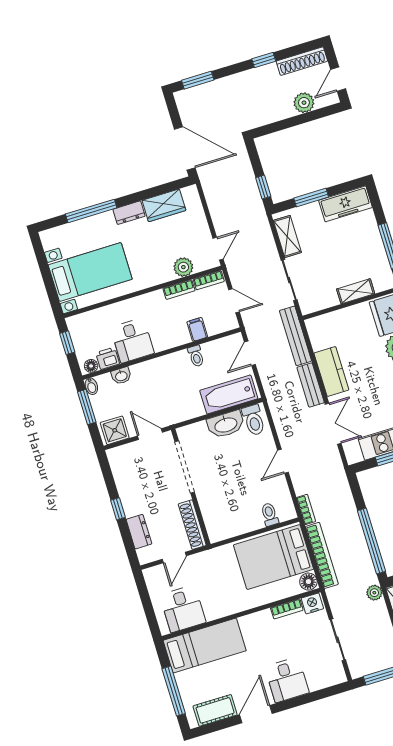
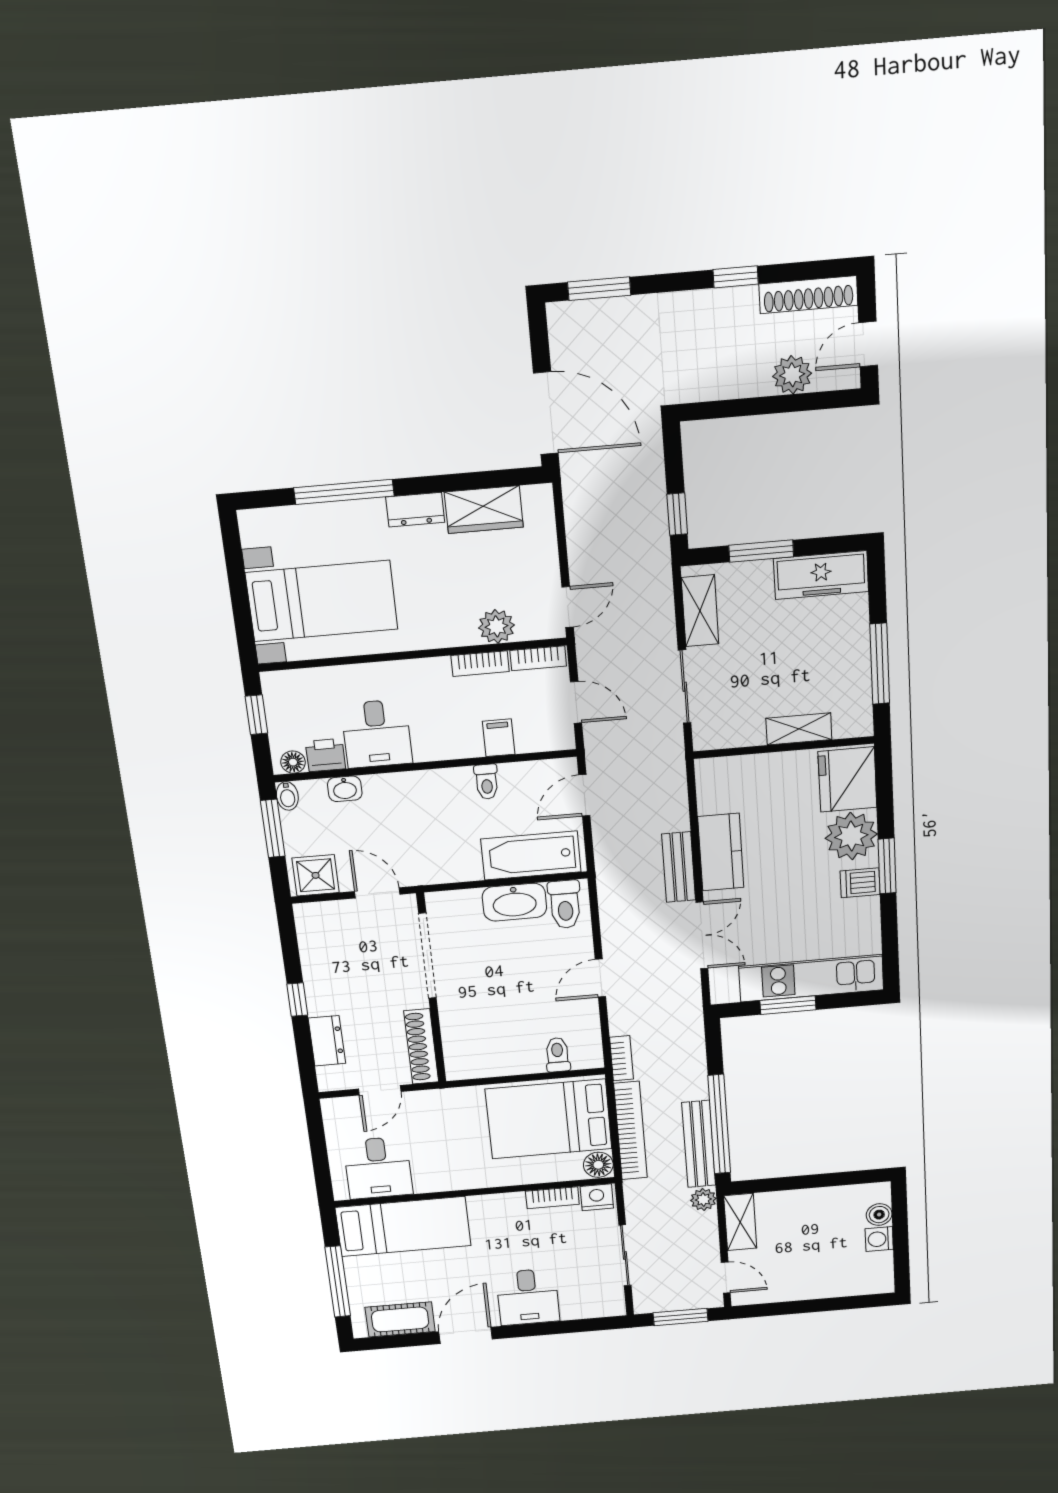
bench: (295, 336) -> (699, 1144), moved

